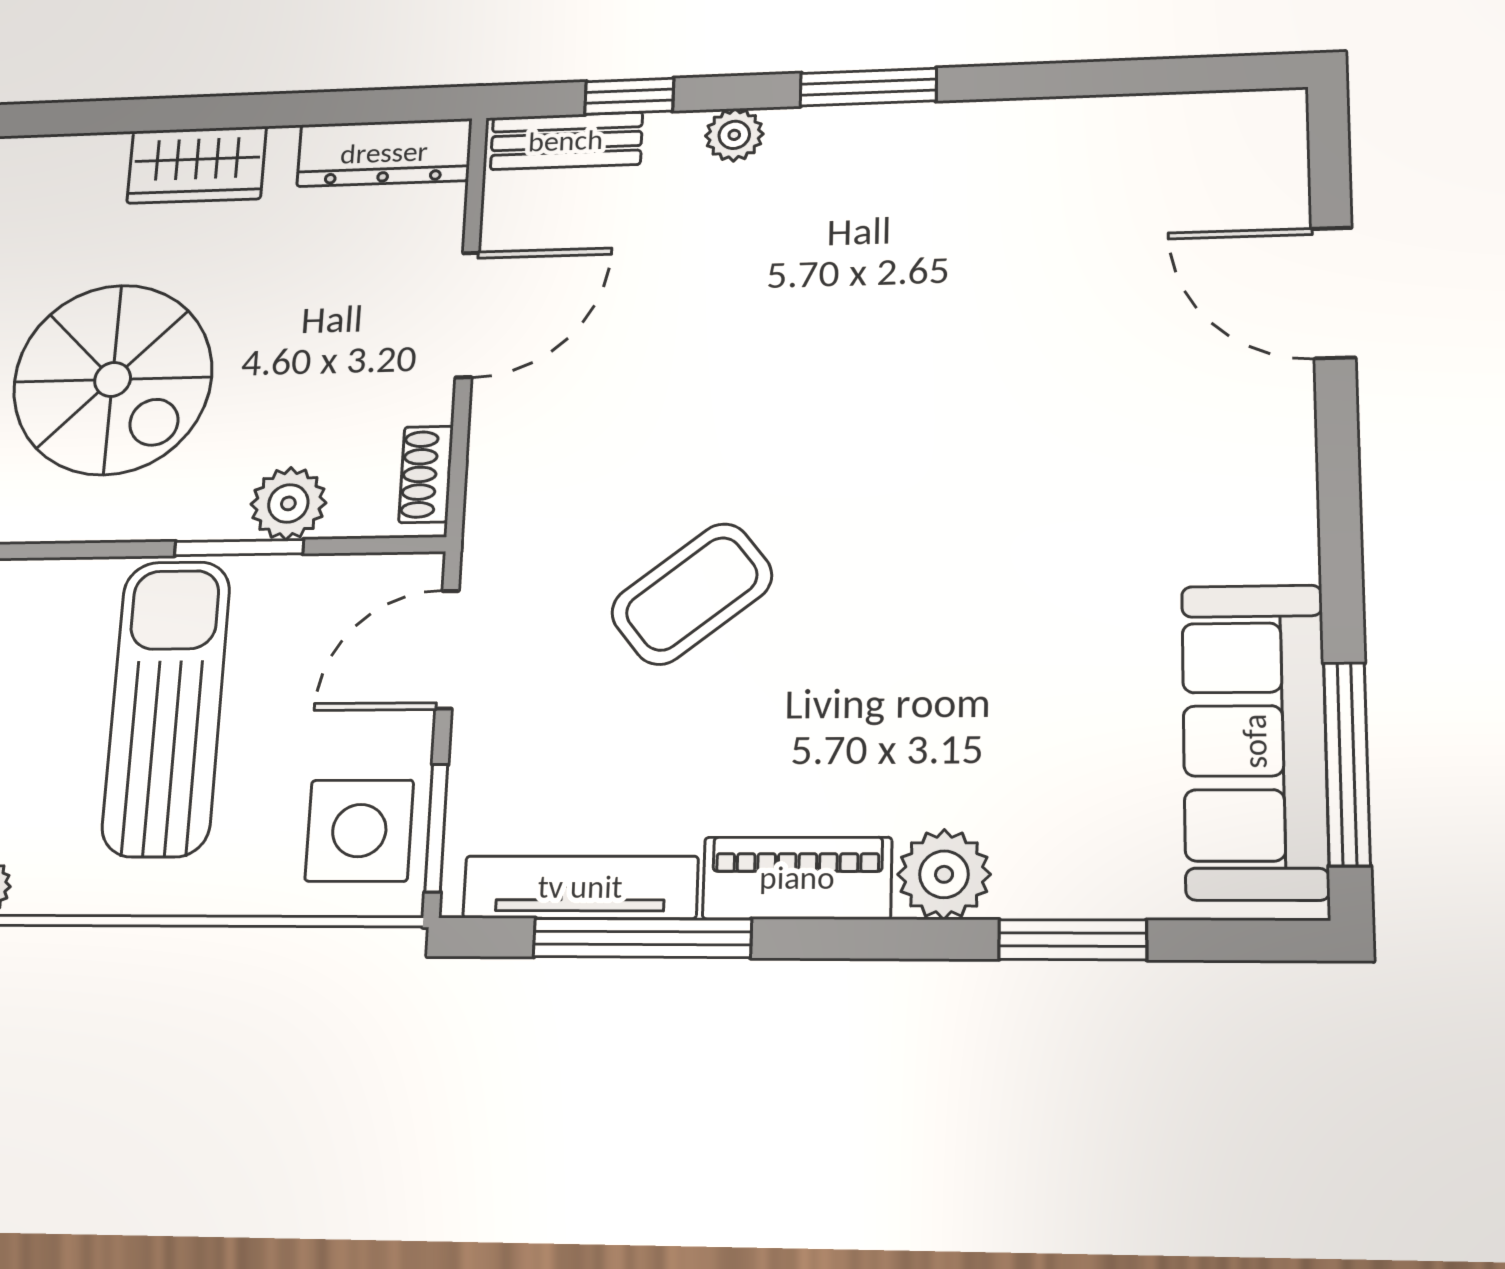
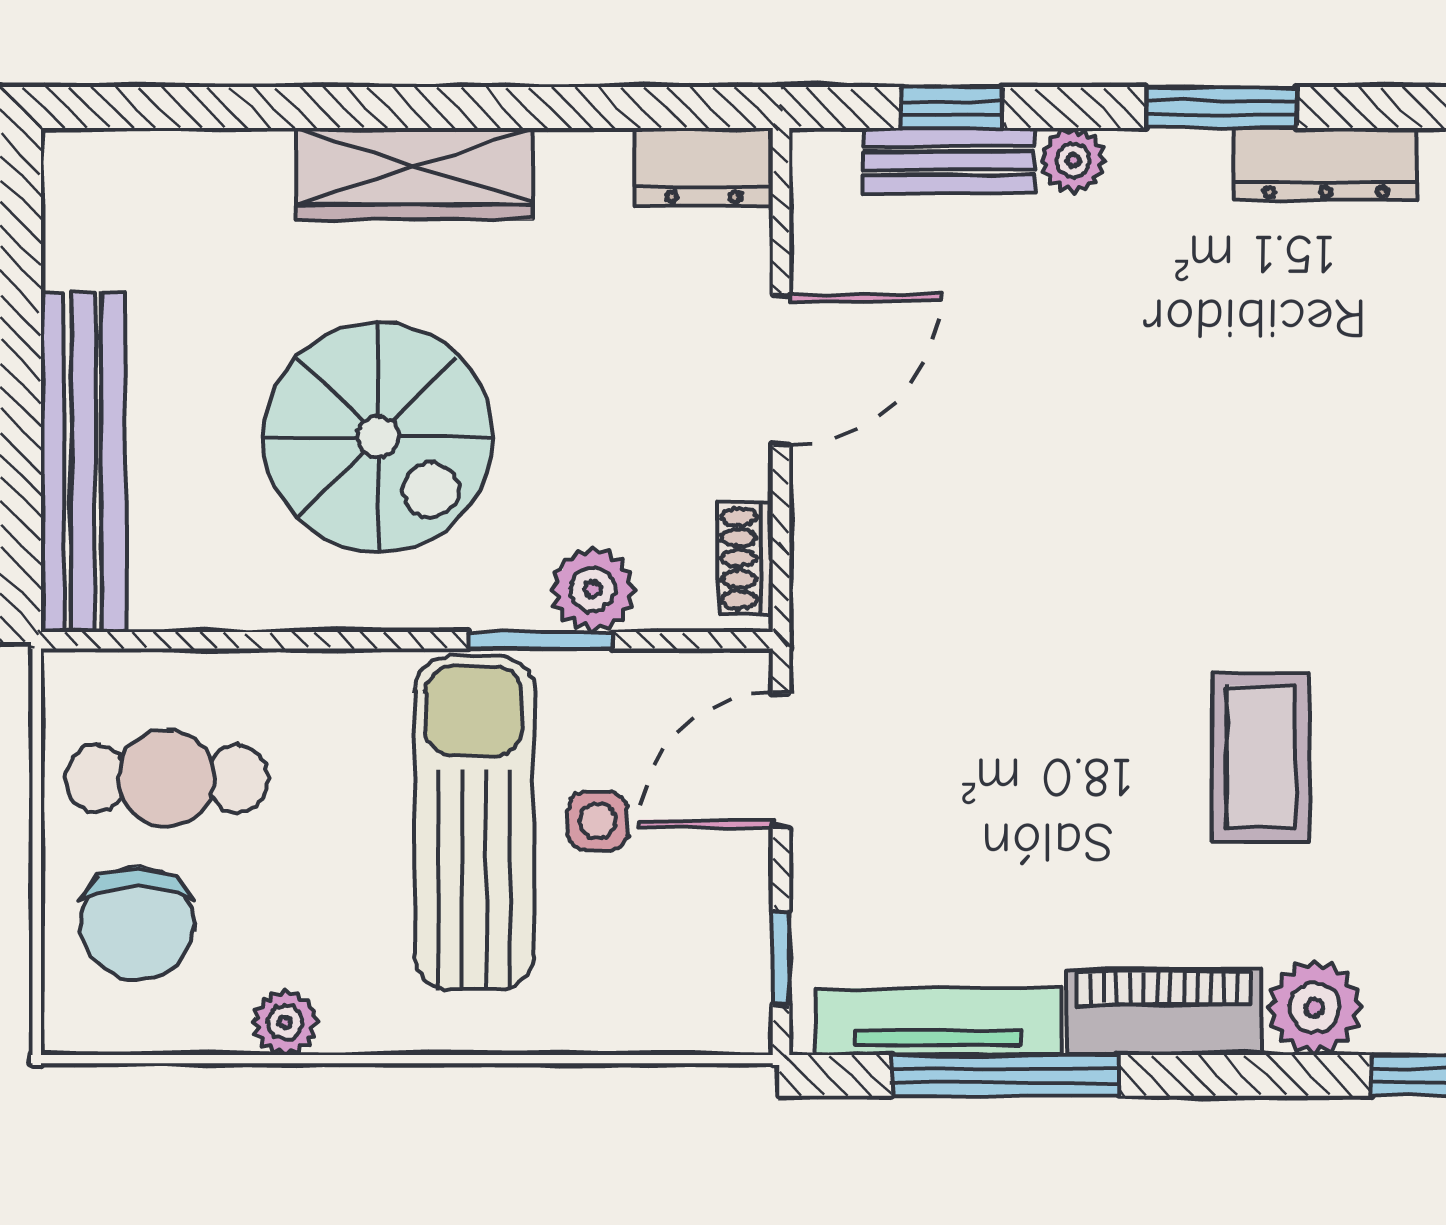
dresser: (962, 129) -> (1326, 164), added
bench: (566, 141) -> (949, 160), moved
dresser: (384, 153) -> (704, 167), width x0.70
wardrobe: (197, 165) -> (414, 174), width x1.50
coffee table: (692, 594) -> (1261, 757), moved, turned -52
window: (436, 828) -> (781, 958), width x0.67
side table: (359, 831) -> (598, 821), moved, width x0.54, depth x0.54

